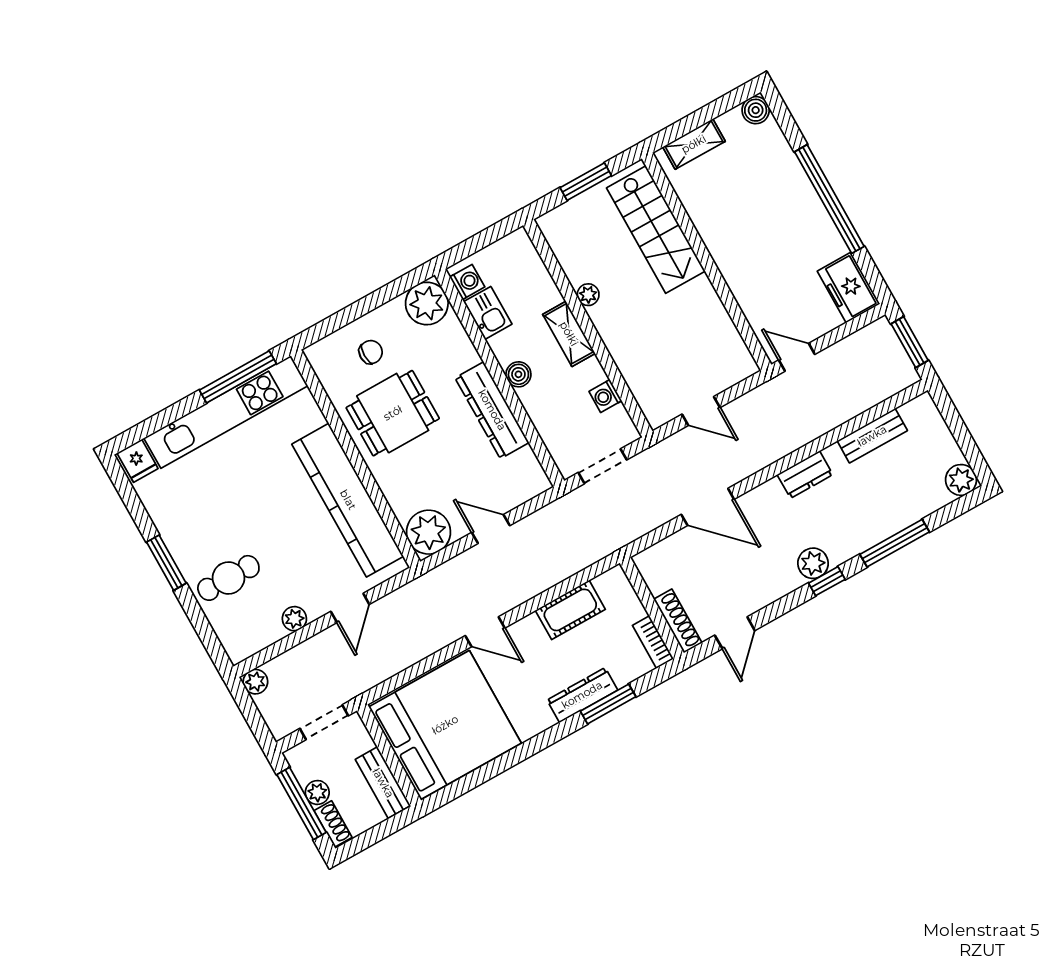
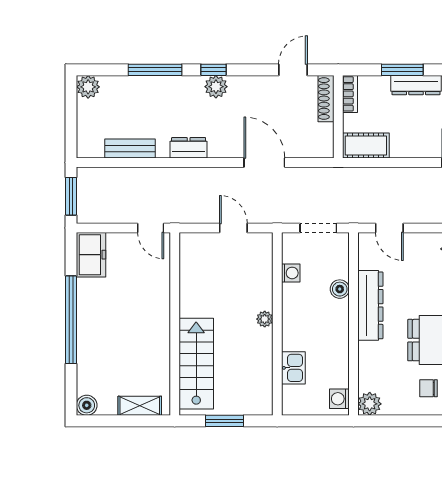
plant: (588, 295) -> (265, 319), moved
plant: (427, 304) -> (370, 404), width x0.73, depth x0.73
kitchen sink: (488, 313) -> (293, 368), moved, turned 180
shelving: (569, 334) -> (292, 327), removed
boiler: (518, 374) -> (340, 289), moved
door: (491, 529) -> (389, 228), moved
cot: (570, 610) -> (366, 145), moved

